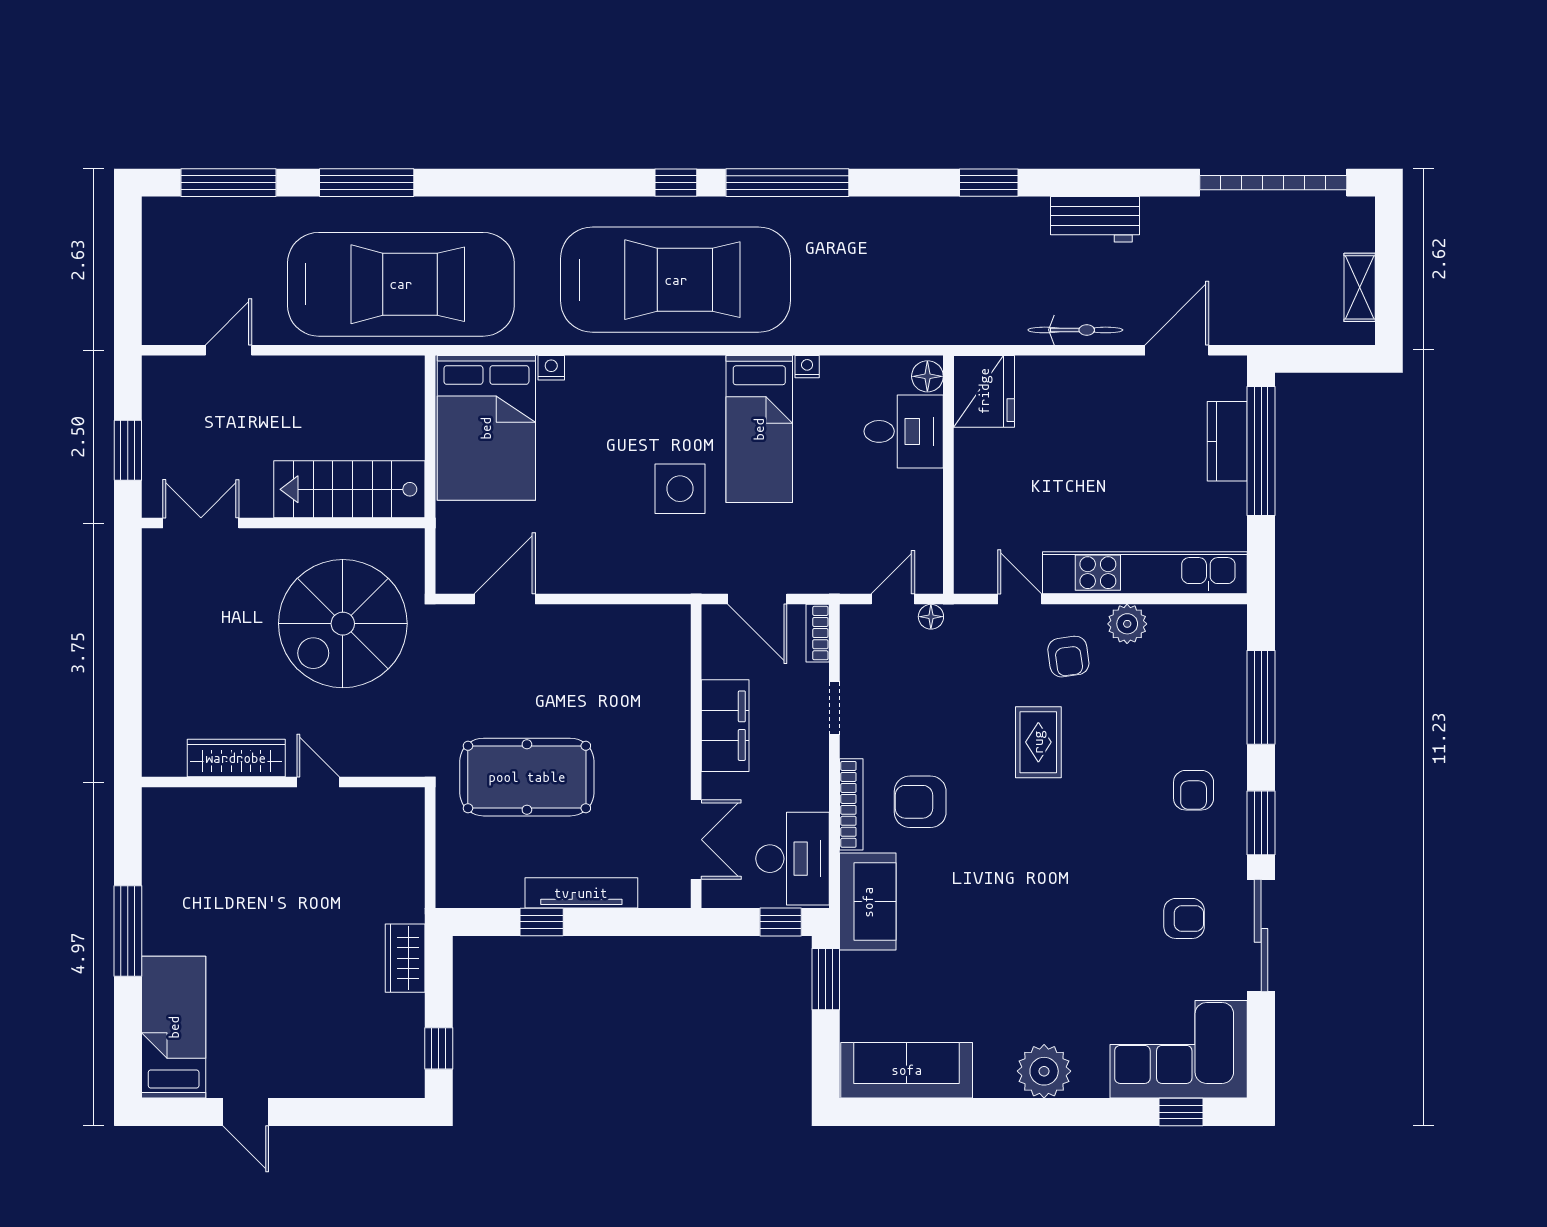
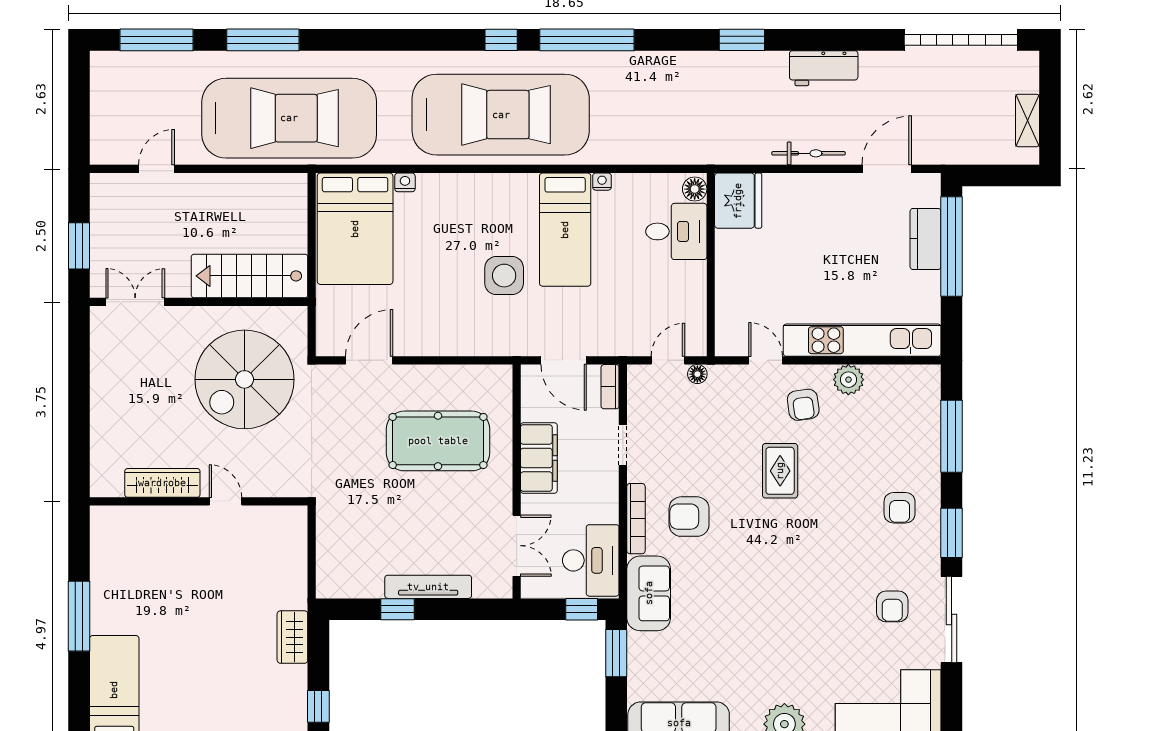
pool table: (527, 777) -> (438, 441), moved
armchair: (1184, 918) -> (892, 606), turned 90

